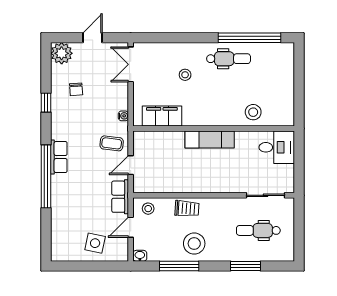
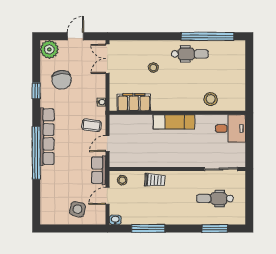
chair: (76, 89) -> (62, 80), width x1.87, depth x1.87
row of seats: (59, 157) -> (47, 137), width x2.02
stool: (194, 244) -> (161, 210), removed
window: (245, 266) -> (215, 228), moved

